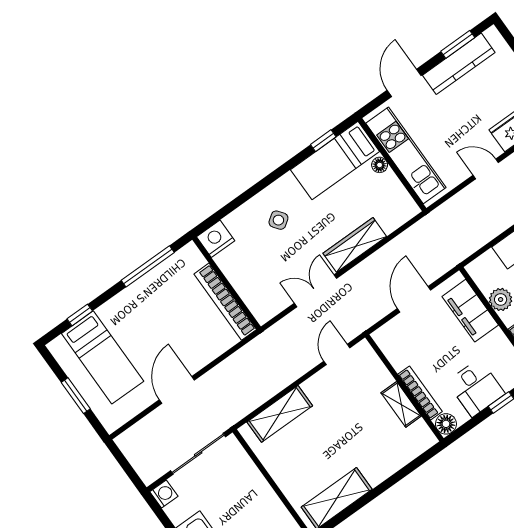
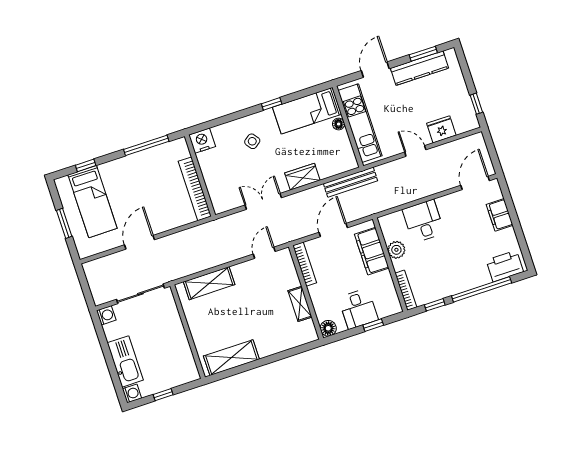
window: (323, 141) -> (272, 104), moved
bench: (417, 233) -> (350, 182), added
wardrobe: (355, 245) -> (302, 177), width x0.67
bookcase: (420, 393) -> (305, 264), moved

